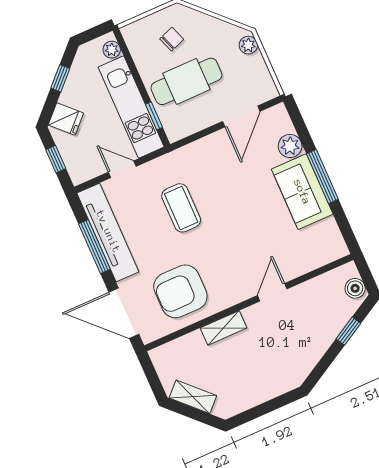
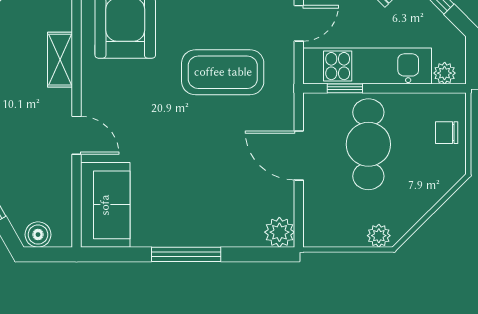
chair: (172, 39) -> (447, 133), moved, turned 110
door: (241, 116) -> (299, 155), moved
plant: (290, 146) -> (279, 232), moved
sofa: (302, 192) -> (105, 205), moved, turned 90
coffee table: (181, 208) -> (223, 72), width x1.36, depth x1.32

